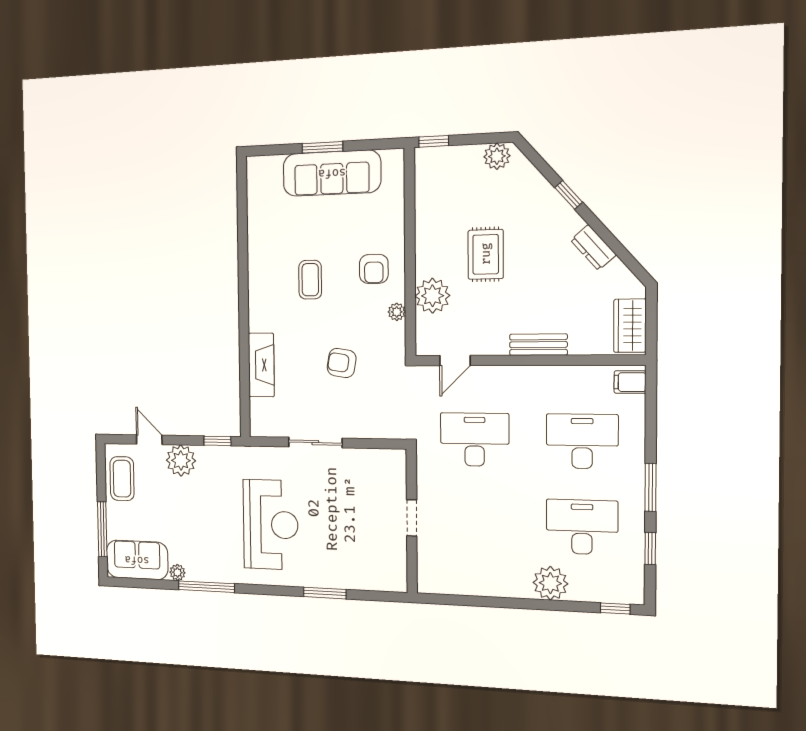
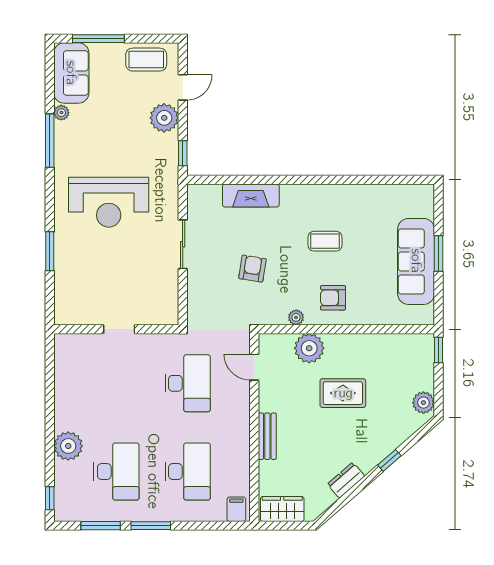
window: (650, 549) -> (101, 526), width x1.50

